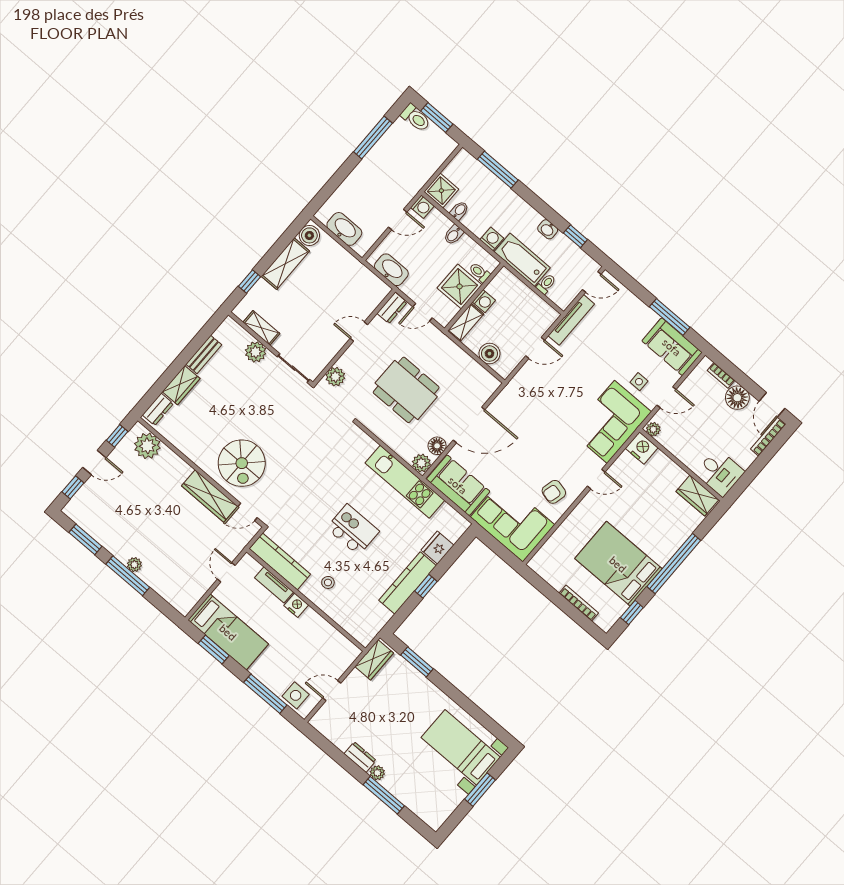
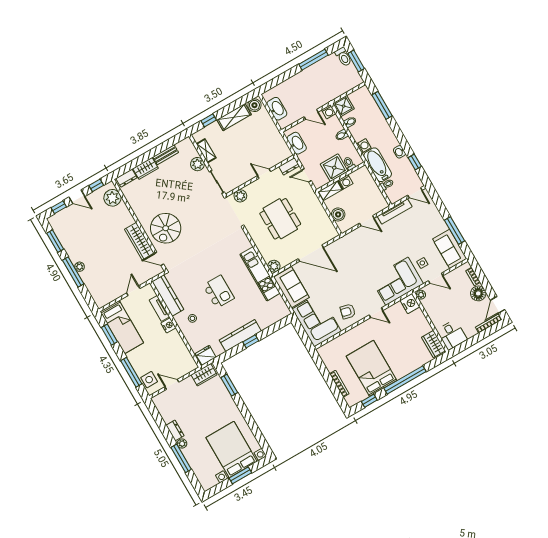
floor lamp: (437, 446) -> (287, 259), removed
fridge: (438, 548) -> (206, 355), moved
bed with nightstands: (461, 747) -> (232, 449), width x1.36

